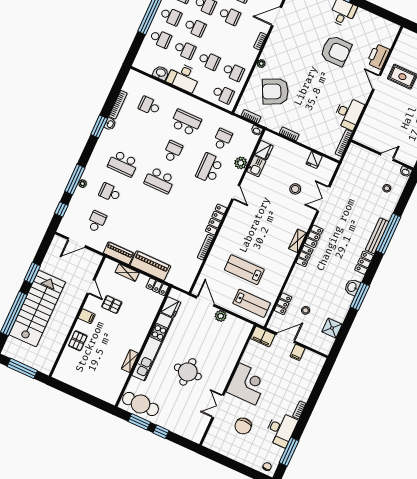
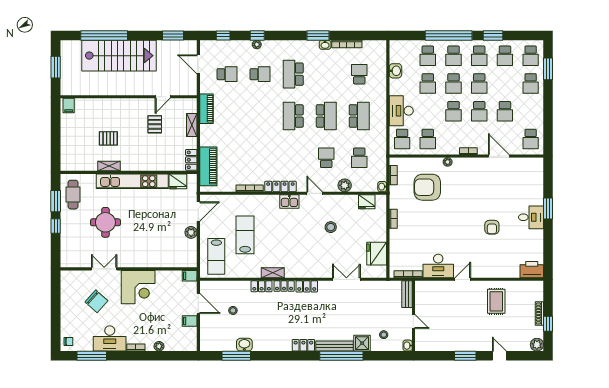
armchair: (336, 51) -> (492, 227), width x0.53, depth x0.53
printer: (378, 56) -> (532, 270), moved
school desk: (209, 61) -> (454, 111), moved
desk: (184, 77) -> (401, 111), moved
door: (377, 82) -> (463, 279), moved
armchair: (275, 91) -> (427, 187), turned -64
school desk: (222, 139) -> (359, 158), turned 90
school desk: (173, 151) -> (326, 116), width x1.85
bench: (361, 152) -> (407, 294), added
fridge: (314, 160) -> (377, 254), width x1.88, depth x1.34
kitchen sink: (256, 166) -> (289, 202), moved
school desk: (209, 168) -> (326, 158), width x0.54
window: (75, 180) -> (257, 35), width x0.46
stool: (295, 189) -> (331, 227), moved
door: (236, 192) -> (315, 193), swing flipped
school desk: (110, 193) -> (260, 74), turned 90
shelving: (297, 241) -> (273, 273), moved
piano: (150, 266) -> (208, 166), moved
window: (32, 273) -> (173, 35), moved
washbasin: (352, 287) -> (244, 345), moved
window: (360, 296) -> (236, 356), moved
locker: (283, 304) -> (262, 286), moved
filing cabinet: (87, 316) -> (69, 106), moved
shower: (332, 328) -> (362, 343), moved
filing cabinet: (263, 337) -> (190, 276), width x0.50
pallet: (78, 341) -> (108, 138), moved
window: (22, 368) -> (56, 67), width x0.69
round table: (188, 372) -> (105, 222), moved
plant: (307, 389) -> (159, 346), added
cafe table: (140, 404) -> (73, 195), width x0.73, depth x0.74
chair: (243, 426) -> (96, 301), turned -138

